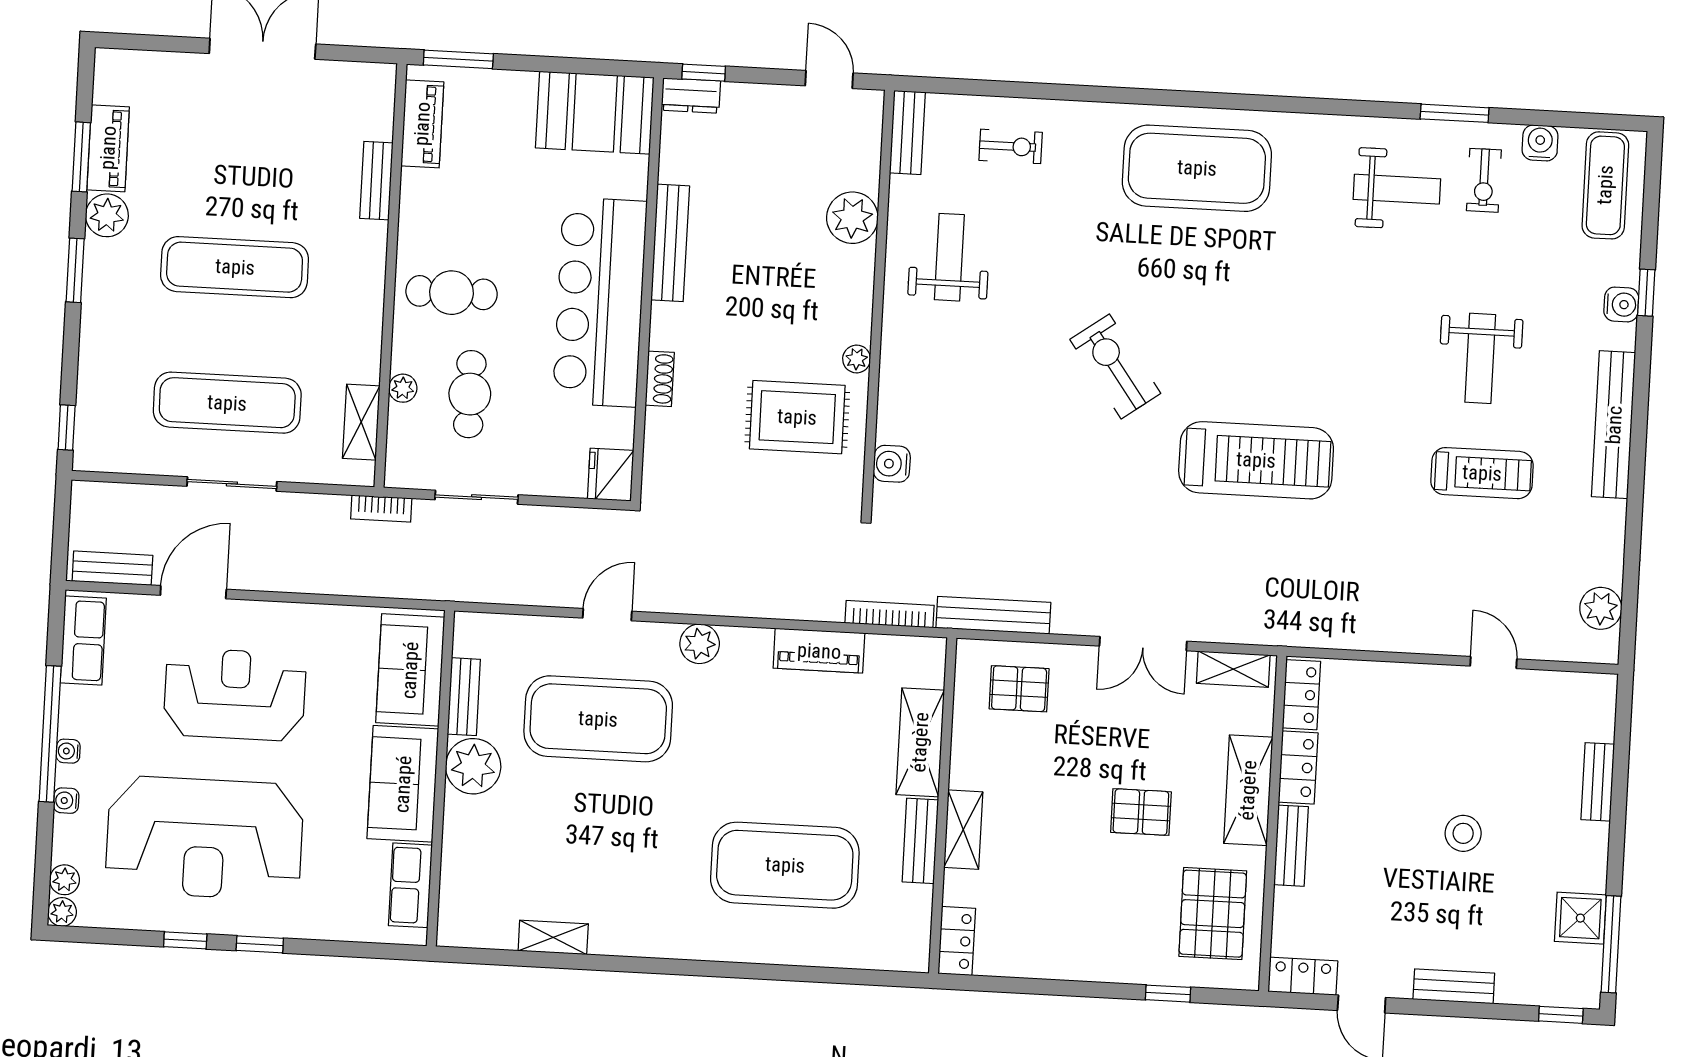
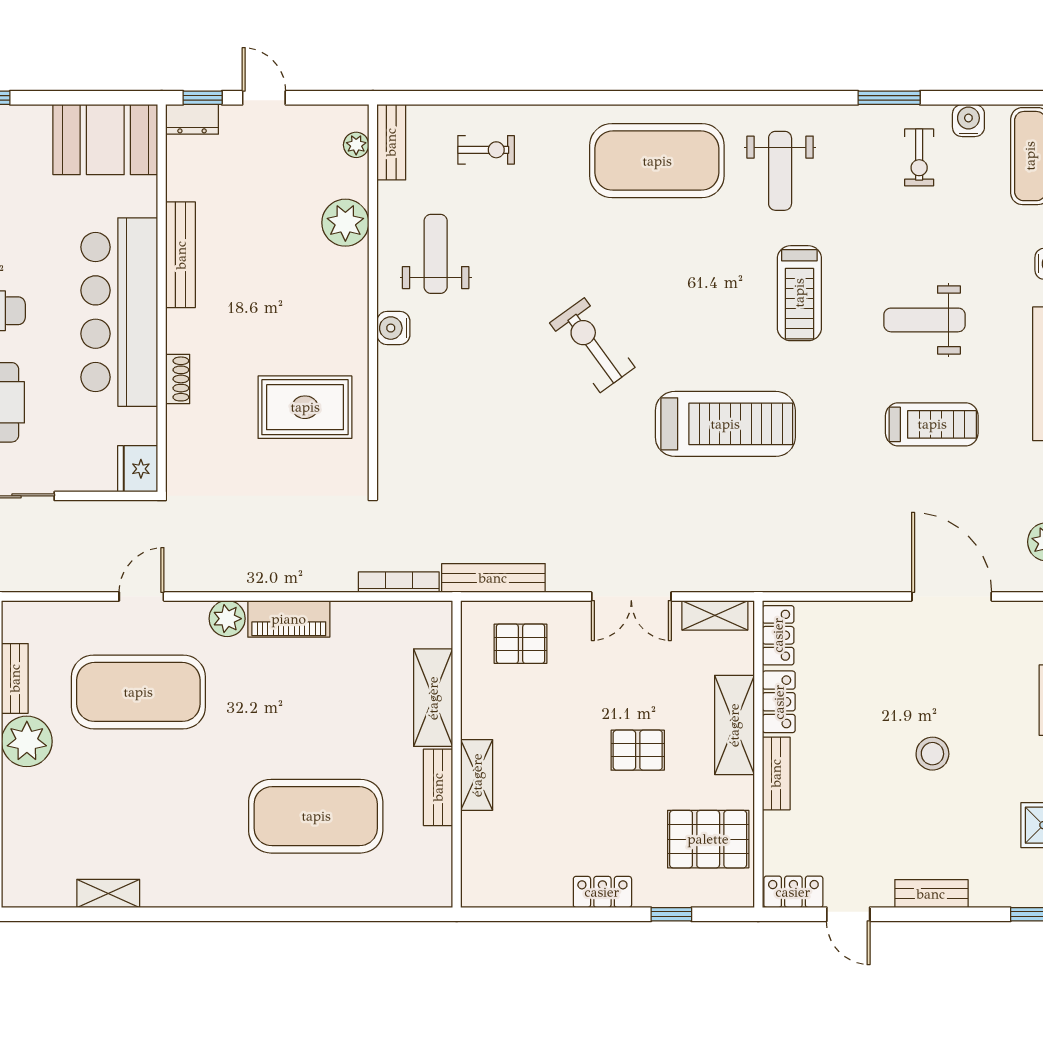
door: (829, 79) -> (264, 98), moved
weight bench: (1397, 189) -> (780, 171), moved, turned 90
treadmill: (1345, 322) -> (799, 293), added
weight bench: (1480, 358) -> (925, 320), turned 90
plant: (857, 359) -> (356, 145), moved
water cooler: (892, 464) -> (393, 328), moved
piano: (819, 651) -> (289, 619), moved
door: (1493, 663) -> (952, 597), width x1.88
pallet: (1213, 914) -> (708, 839), turned 90
locker: (957, 941) -> (602, 892), moved, turned -90

